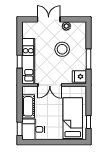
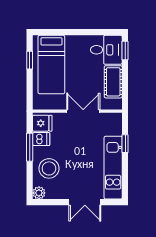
plant: (66, 26) -> (39, 193), moved
stool: (62, 49) -> (49, 168), moved
kitchen unit: (28, 61) -> (113, 168), moved
dishwasher: (80, 65) -> (41, 139), added

